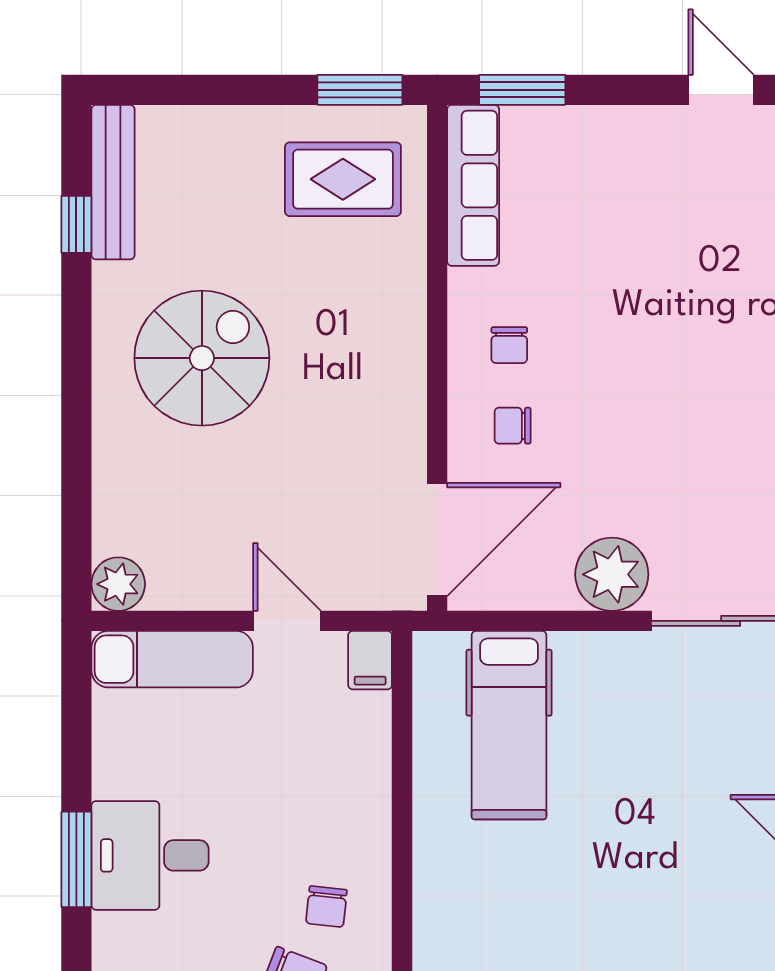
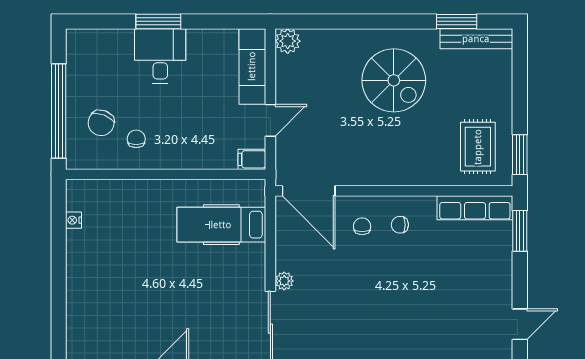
window: (76, 224) -> (457, 21), width x1.50
plant: (612, 574) -> (284, 281), width x0.53, depth x0.53
chair: (326, 907) -> (136, 139), turned 84

